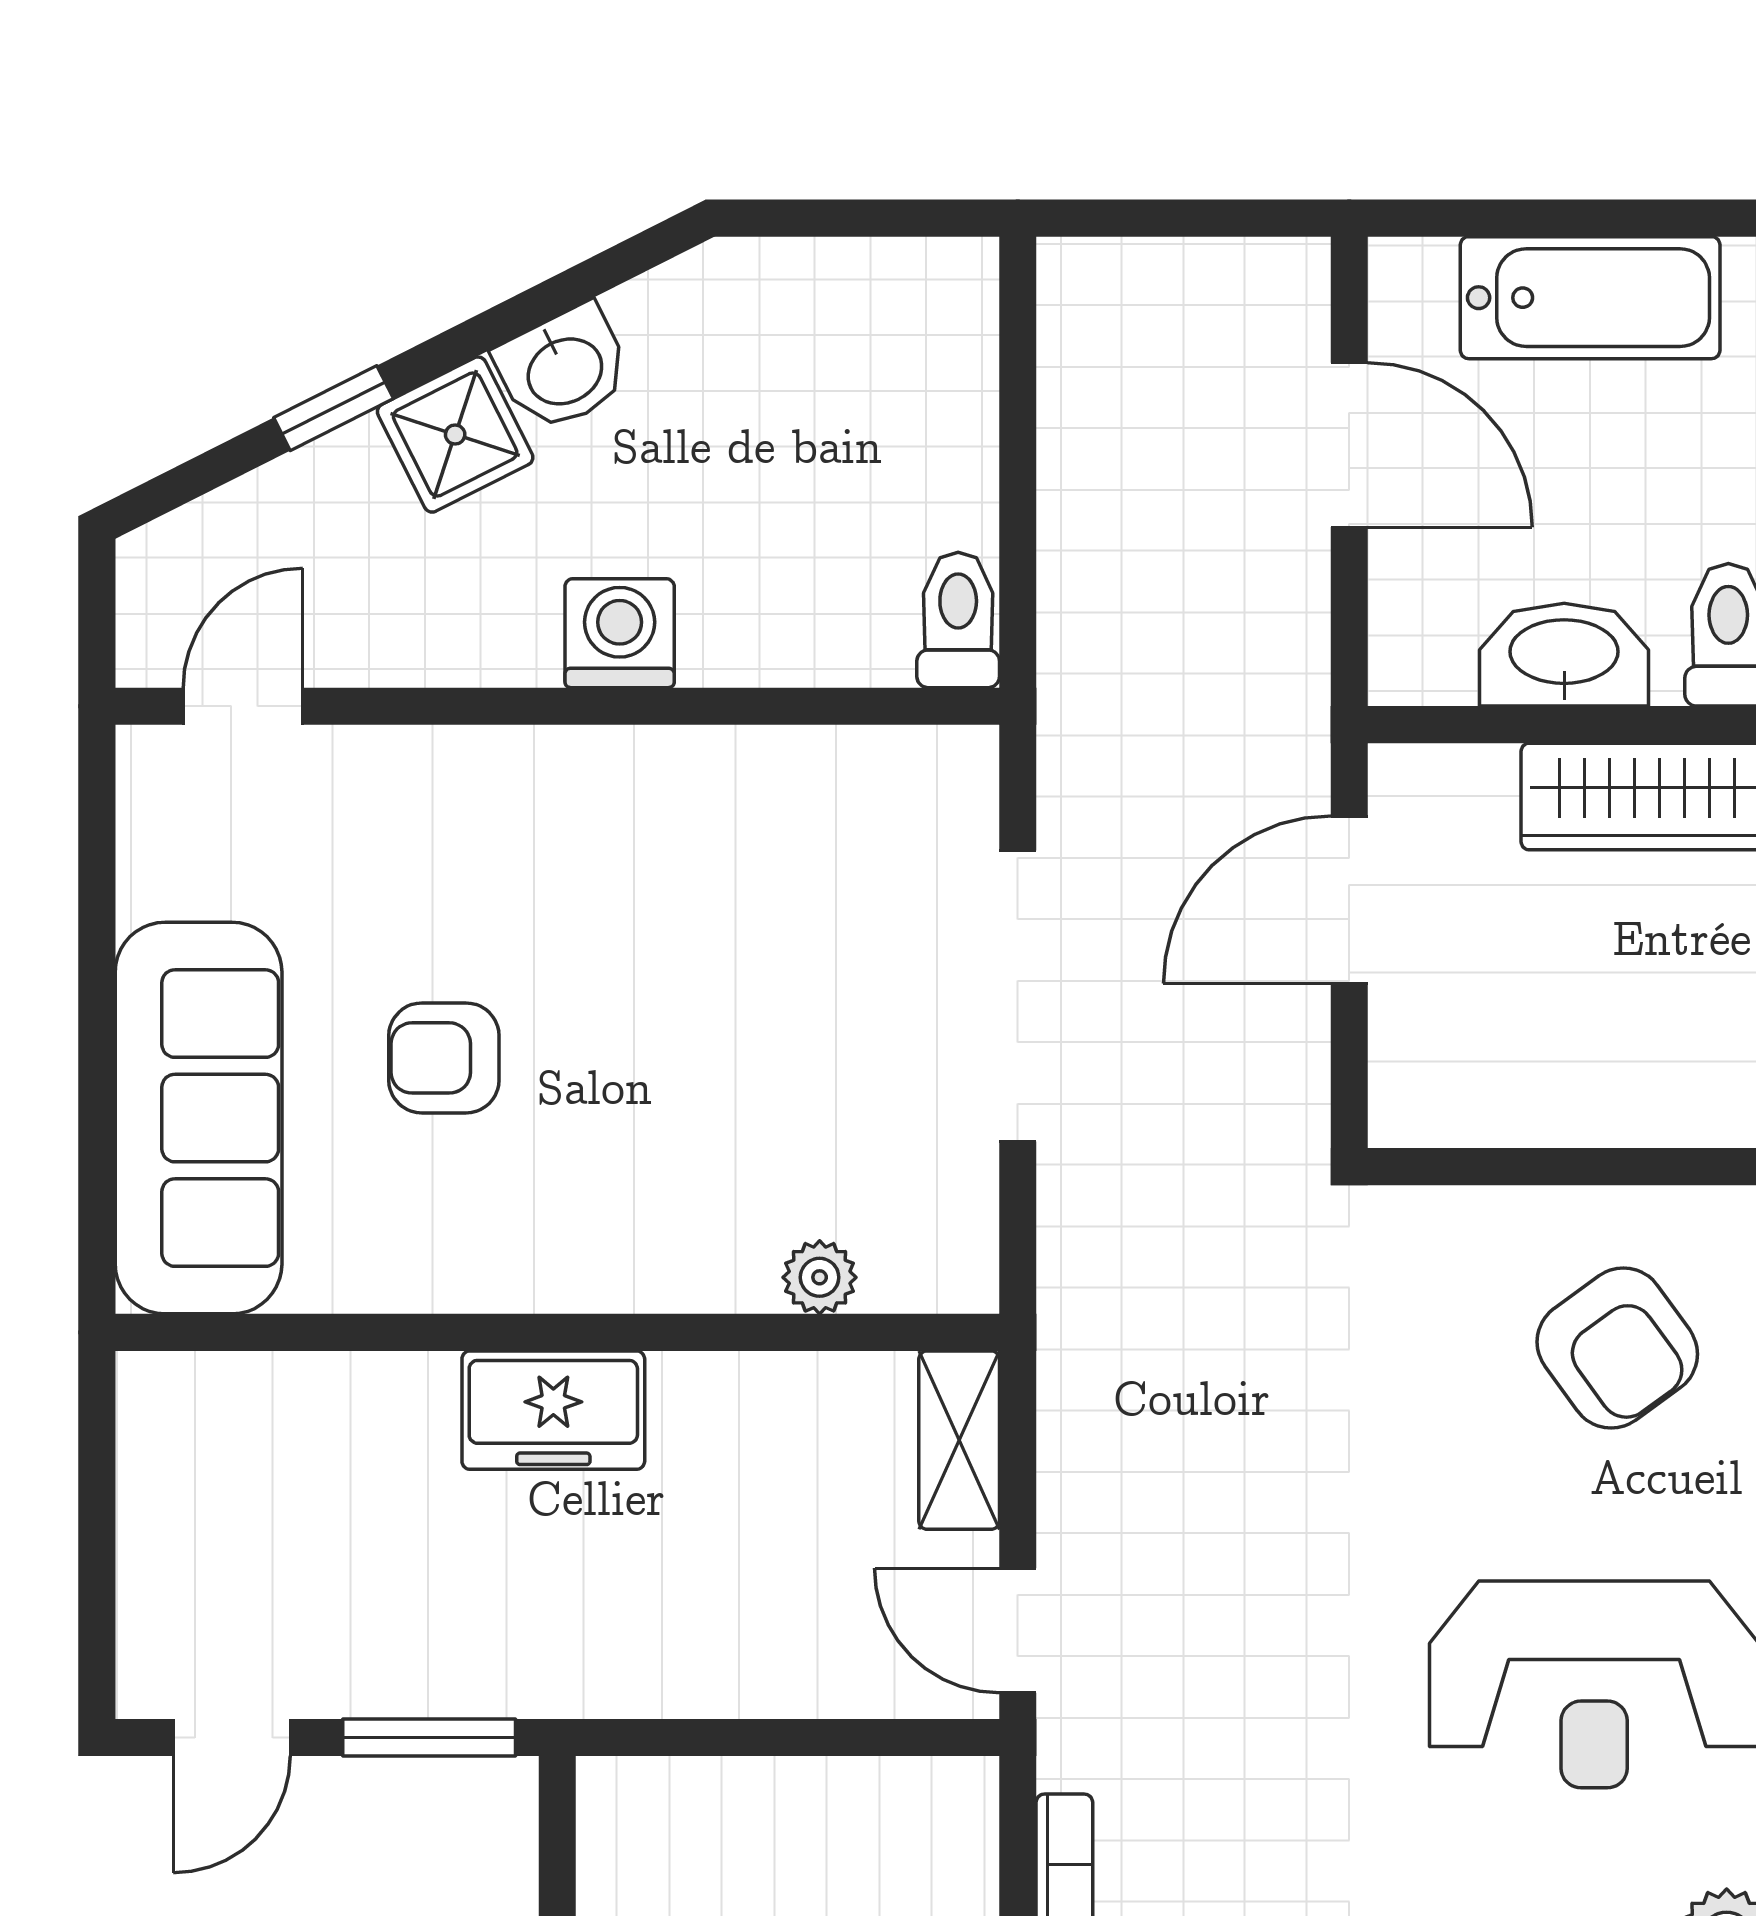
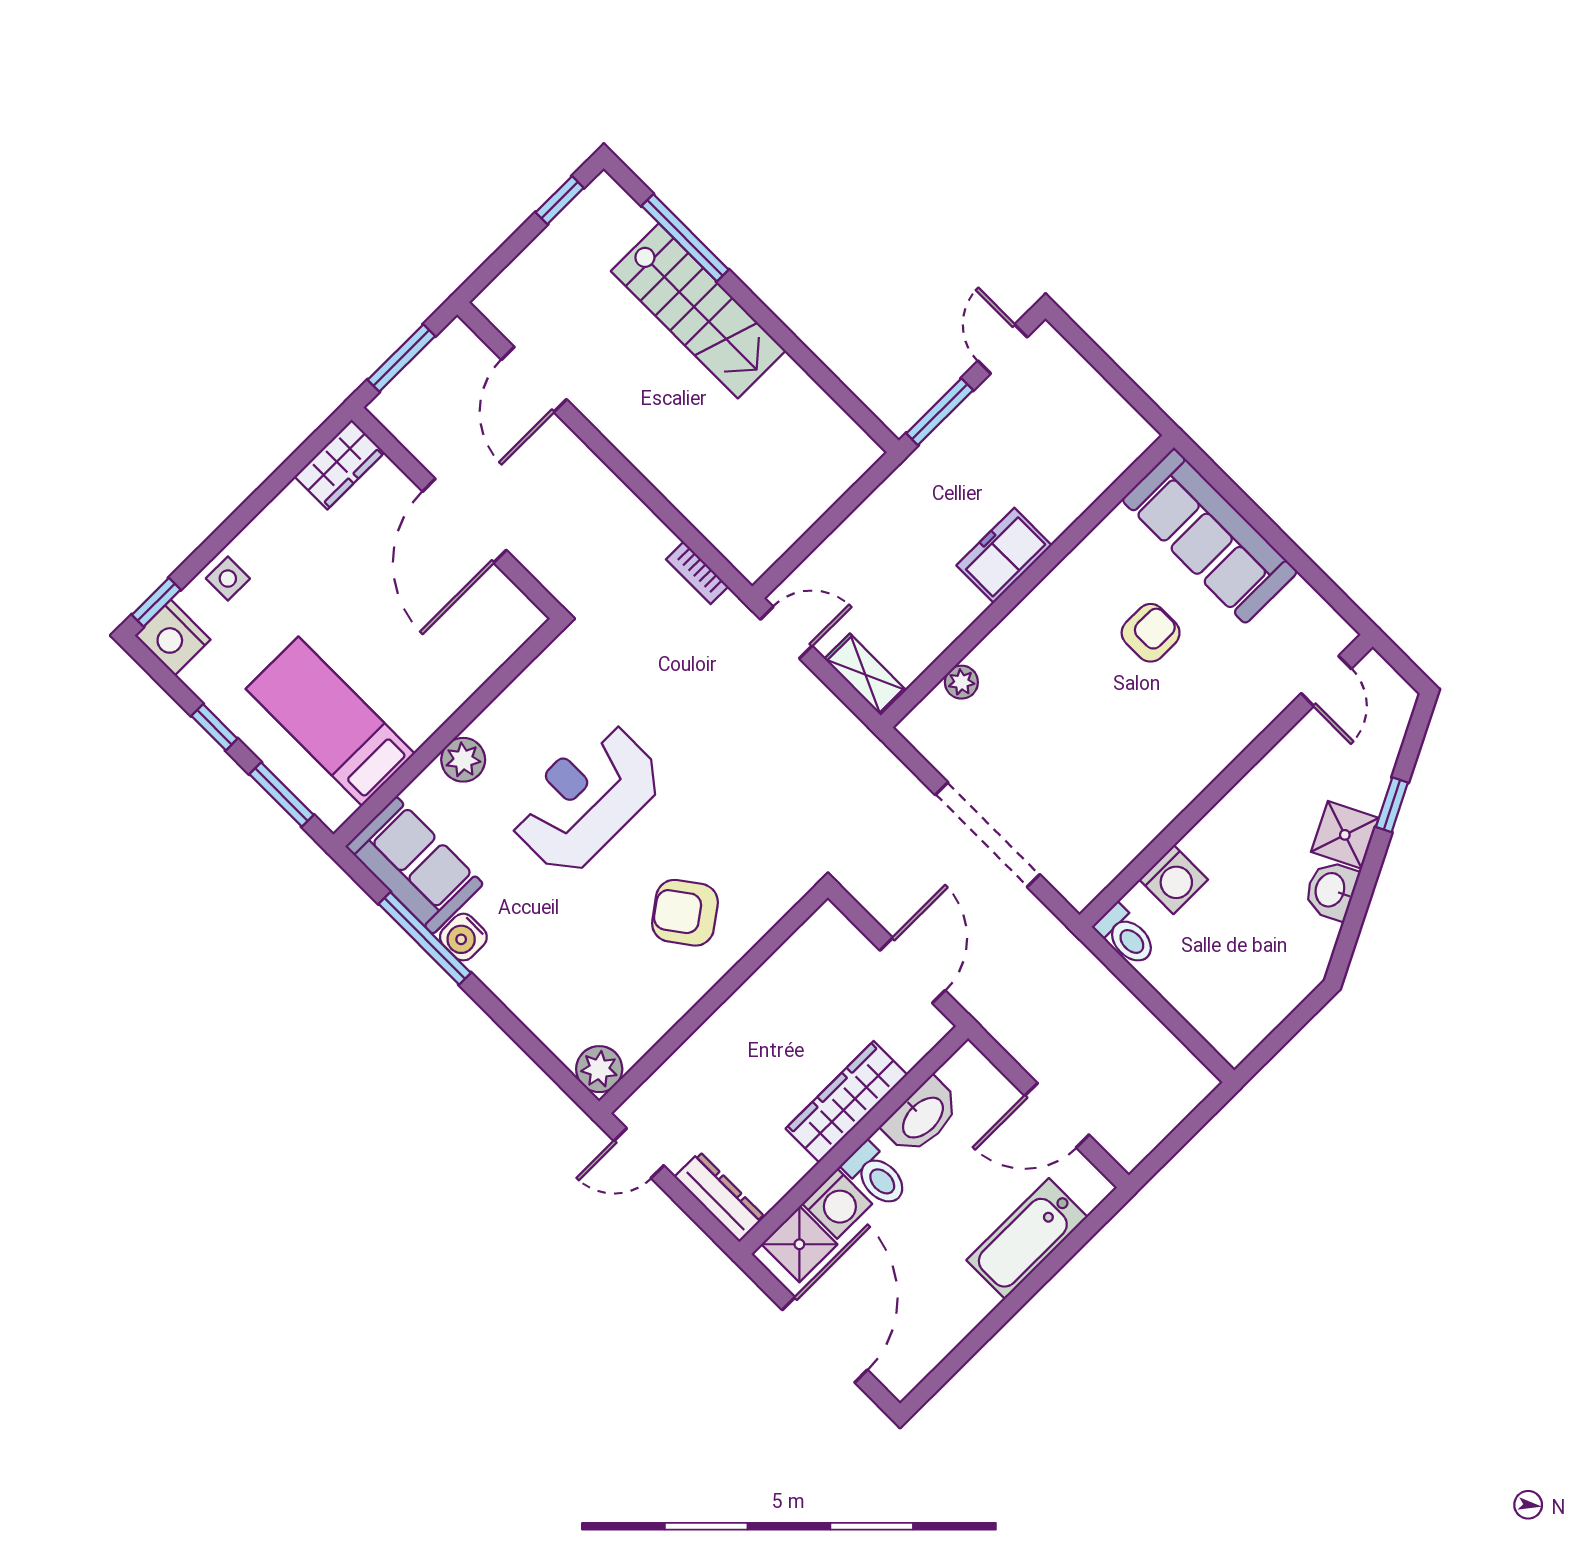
washing machine: (620, 633) -> (1174, 880), moved

